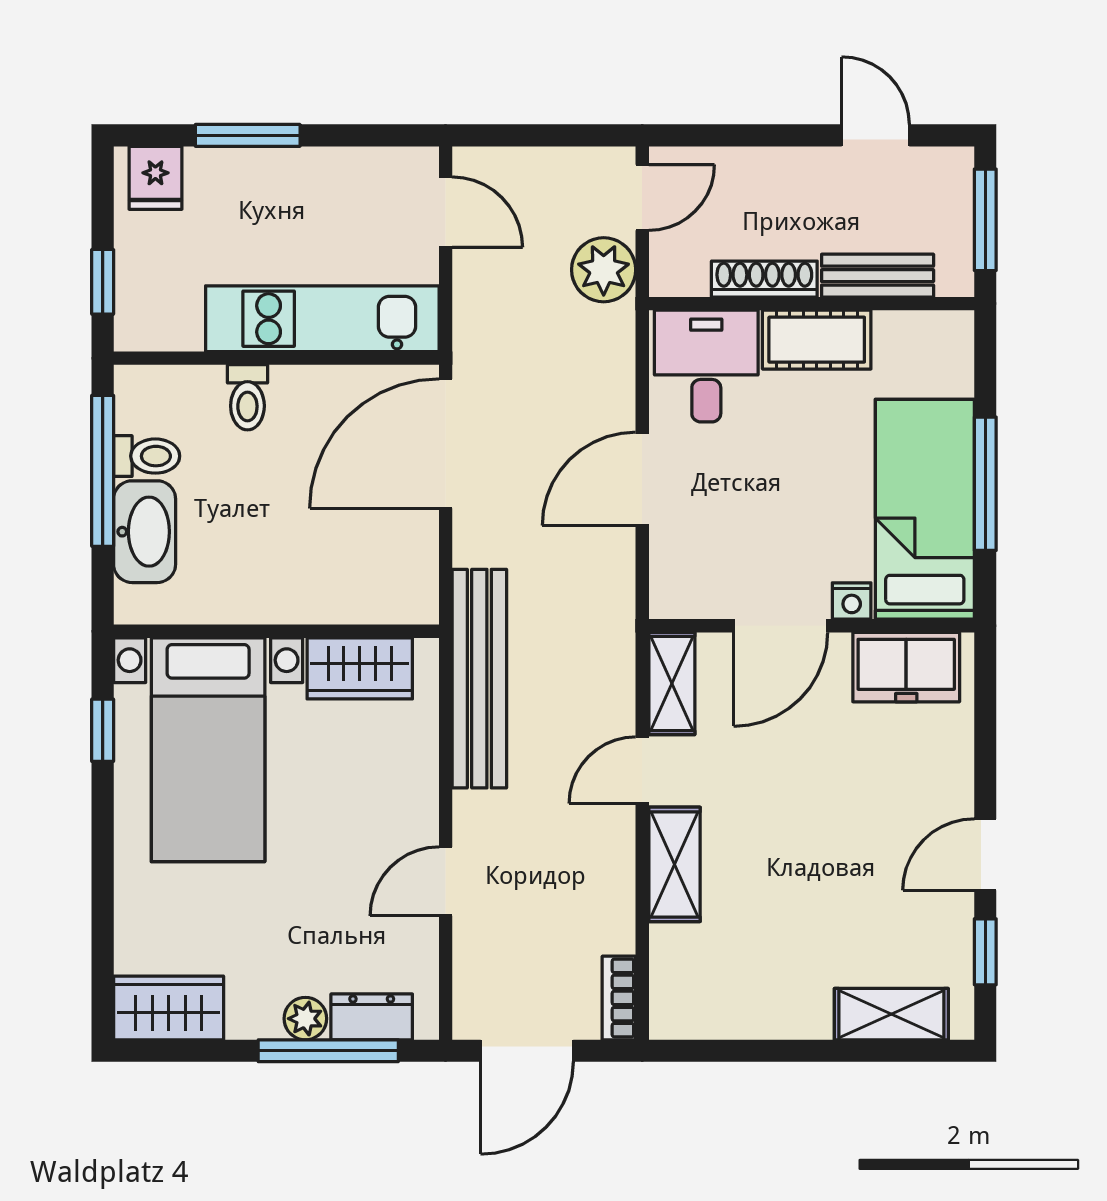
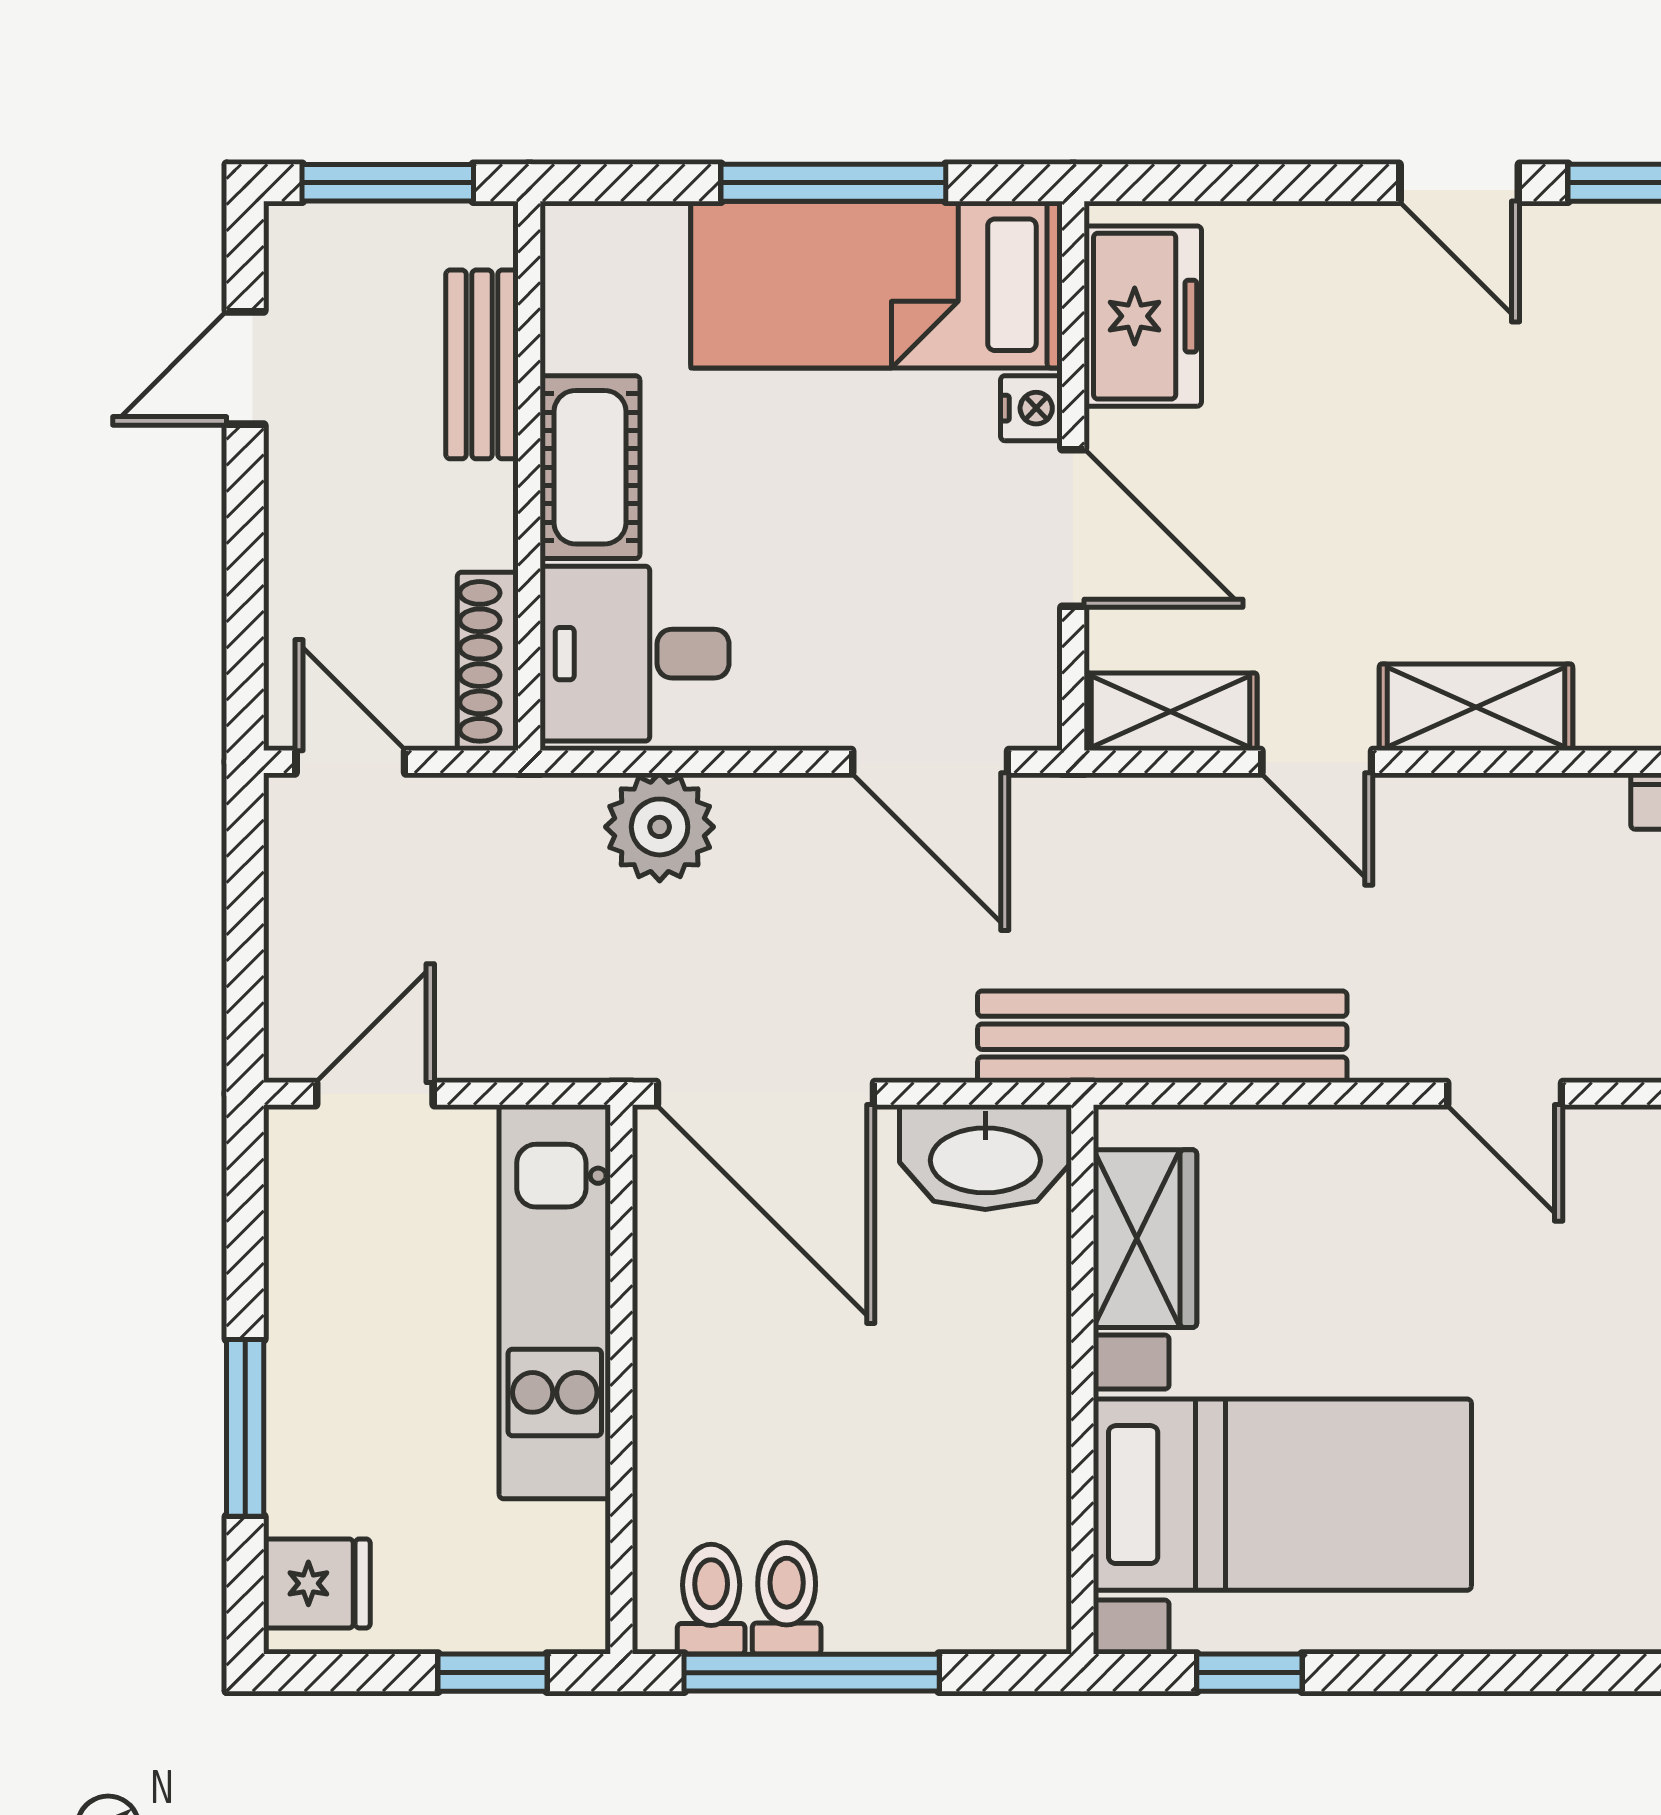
plant: (604, 270) -> (660, 827), moved
shoe rack: (764, 279) -> (488, 661), moved
toilet: (247, 397) -> (711, 1599), moved, turned -90
door: (642, 479) -> (930, 762), moved
washbasin: (145, 532) -> (985, 1157), moved, turned 180

